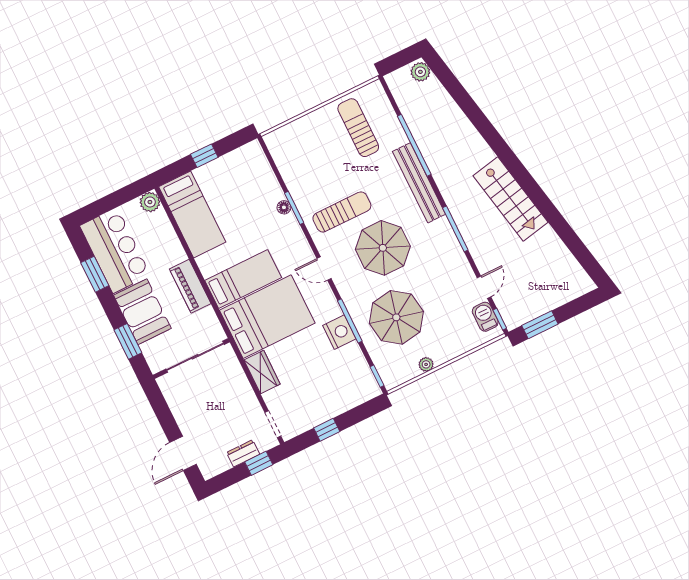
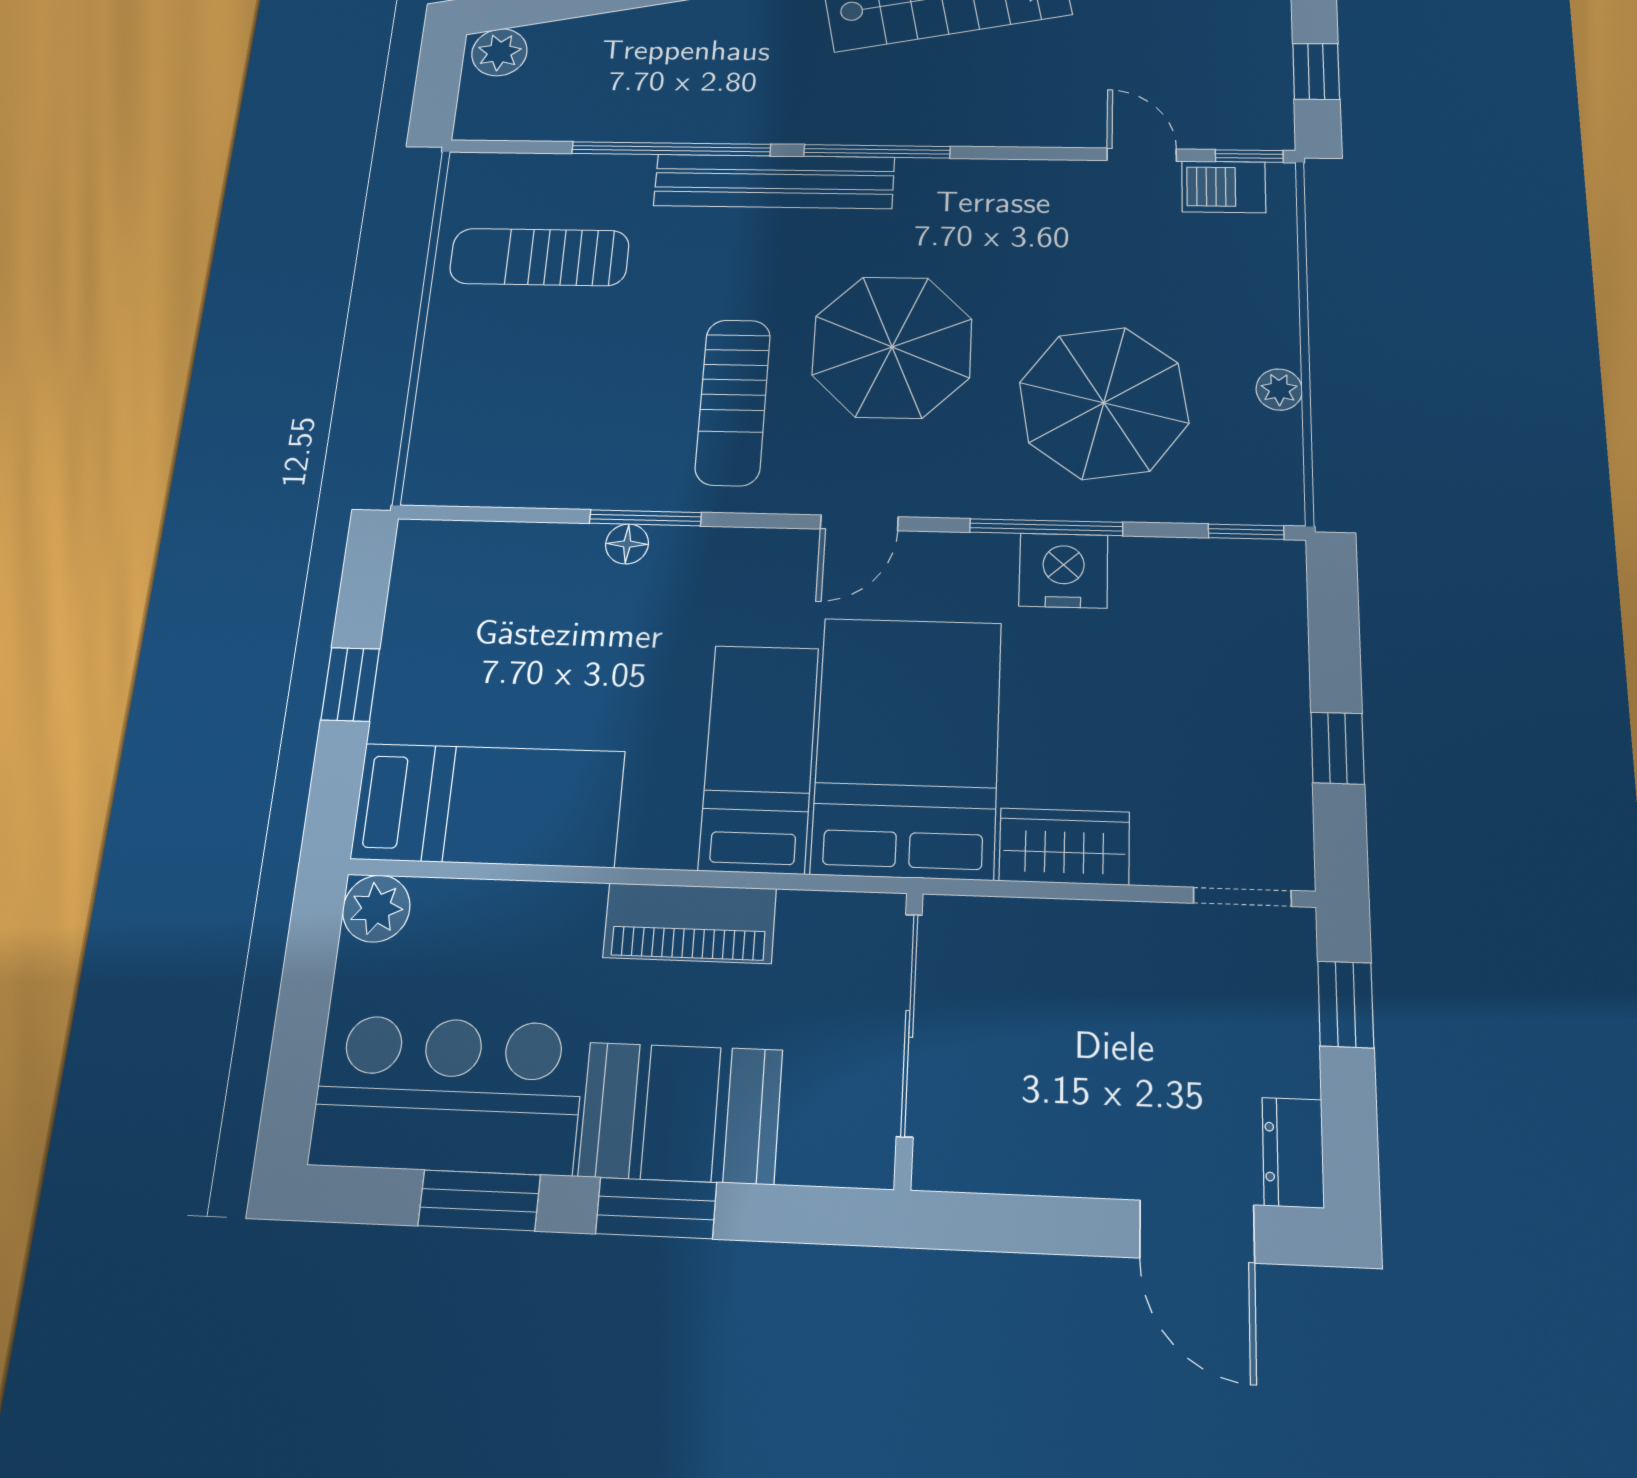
sun lounger: (342, 212) -> (733, 402), turned 180
window: (455, 229) -> (877, 151), moved
window: (540, 325) -> (1316, 71), width x0.67
window: (128, 341) -> (656, 1208), moved
dresser: (243, 453) -> (1293, 1152), moved

